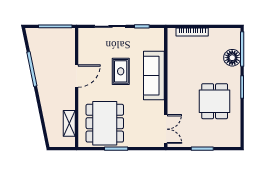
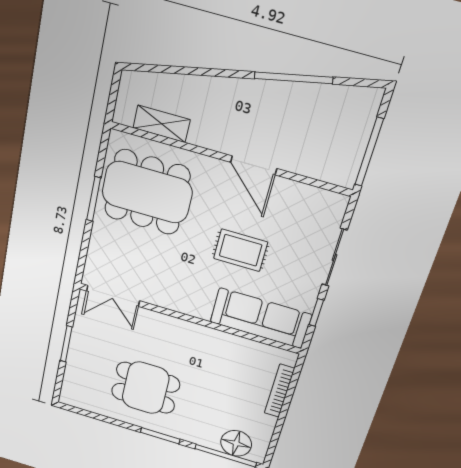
floor lamp: (232, 58) -> (236, 443), moved
sofa: (154, 76) -> (261, 318), moved

